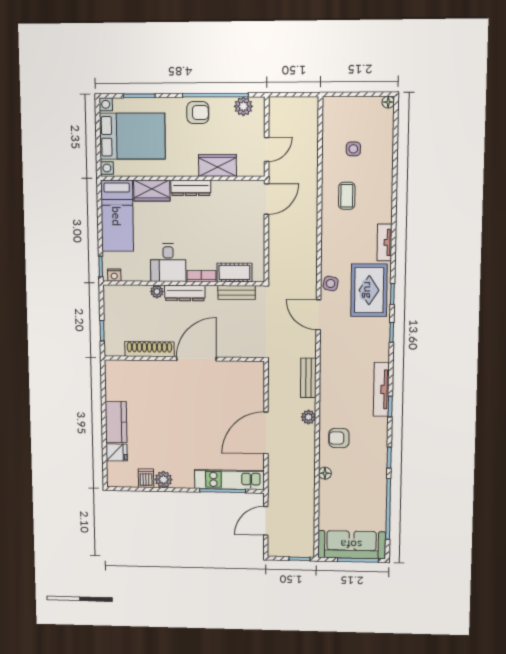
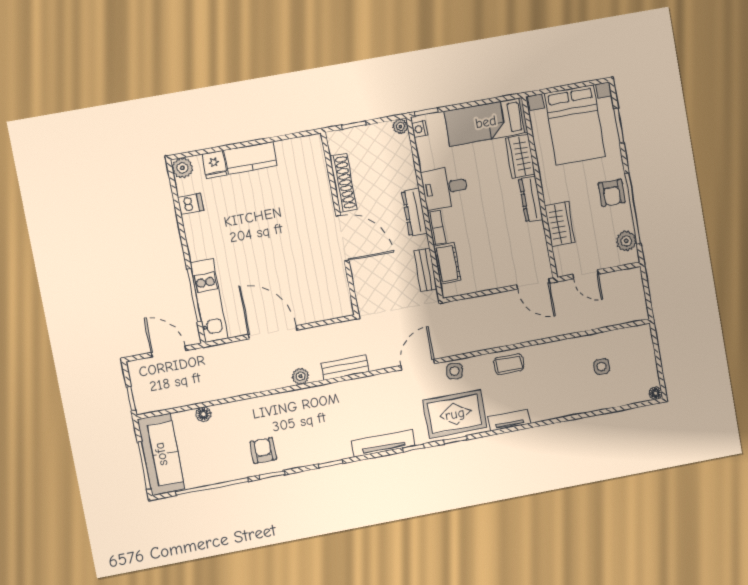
coffee table: (347, 196) -> (509, 364), moved
plant: (157, 291) -> (400, 126), moved
tv unit: (381, 389) -> (383, 443), moved
armchair: (339, 438) -> (263, 450), moved
floor lamp: (325, 473) -> (203, 414), moved
plant: (163, 480) -> (182, 168), moved

